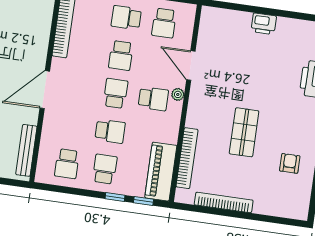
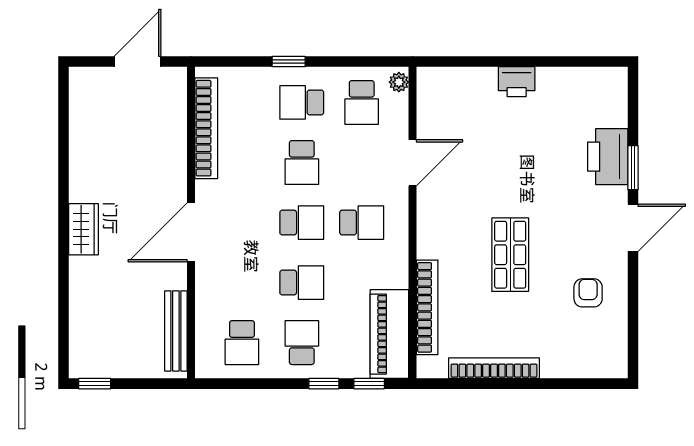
door: (191, 66) -> (413, 163), swing flipped
school desk: (116, 93) -> (302, 223), turned 90
plant: (178, 94) -> (399, 82), moved

